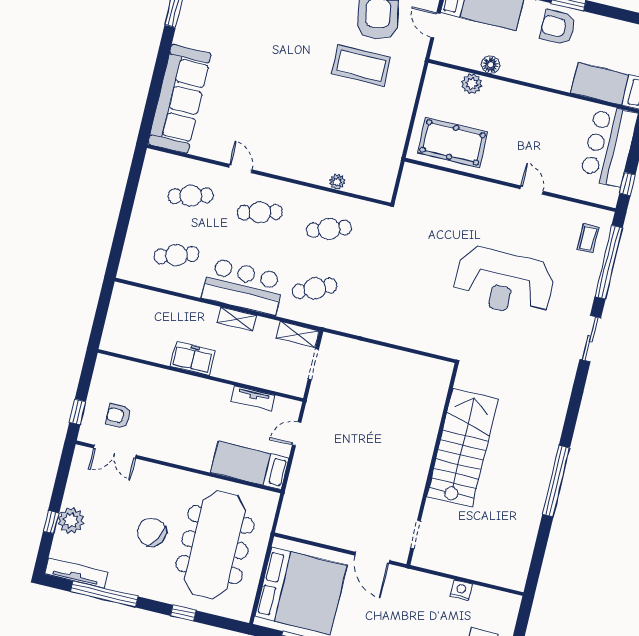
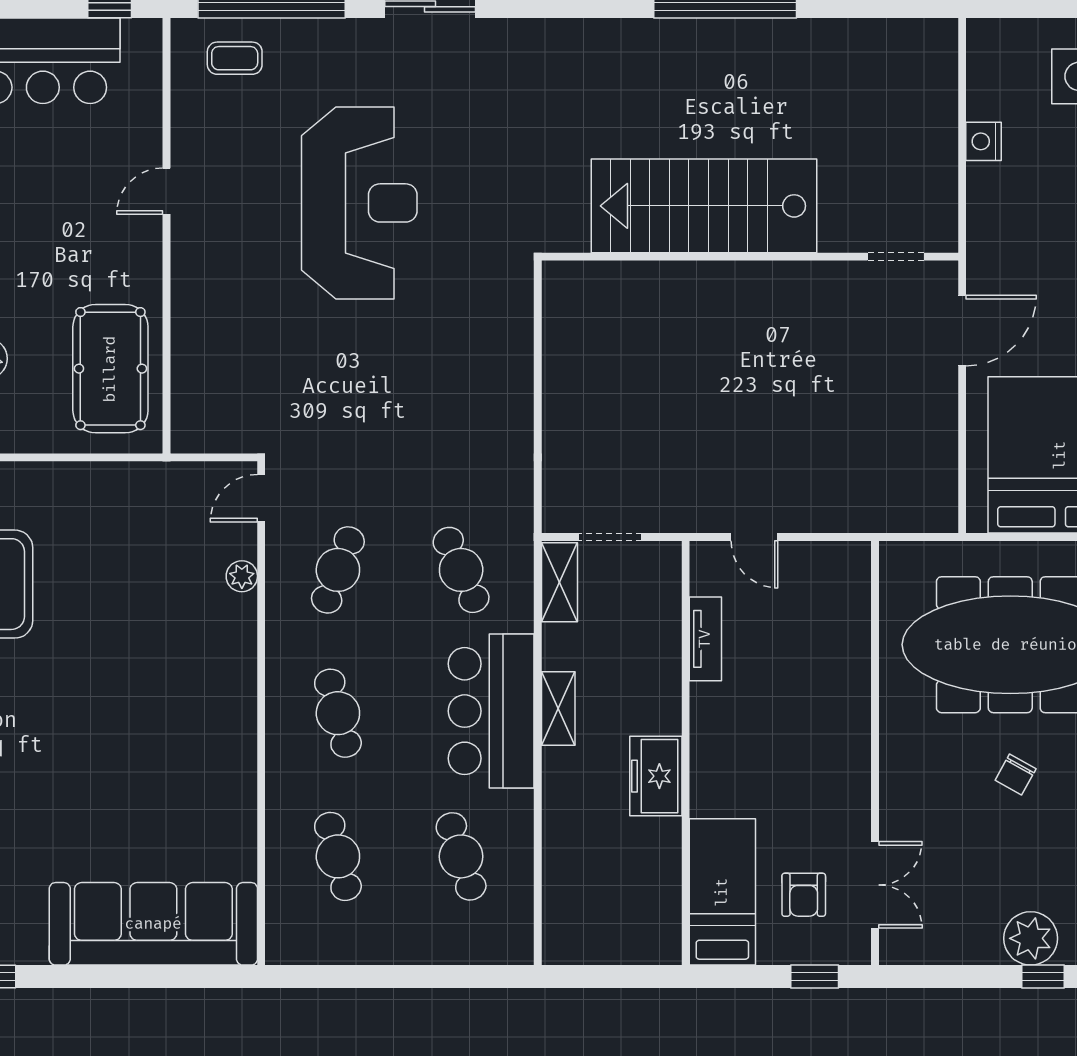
door: (240, 168) -> (261, 498), moved
cafe table: (329, 229) -> (338, 570), turned 39
bed: (250, 465) -> (722, 892), moved, turned 180
chair: (152, 532) -> (1016, 774), width x0.54, depth x0.54

